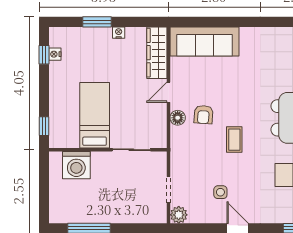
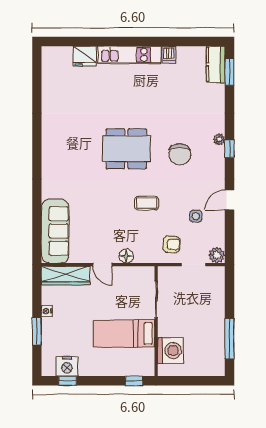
nightstand: (55, 54) -> (67, 366), width x1.89, depth x1.79
armchair: (203, 115) -> (171, 244), moved

